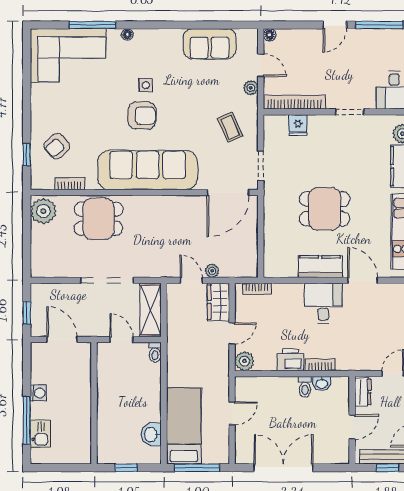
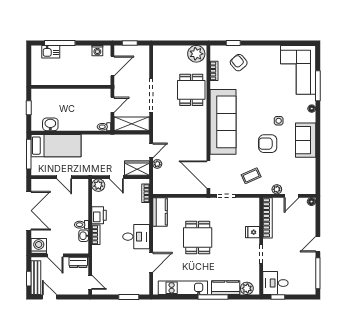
door: (335, 25) -> (318, 244), hinge flipped
sofa: (210, 44) -> (306, 140), moved
armchair: (142, 116) -> (268, 144), moved, turned 90
fridge: (298, 125) -> (252, 232), moved
kitchen counter: (320, 267) -> (160, 212), moved
washing machine: (38, 393) -> (97, 51), moved
washing machine: (338, 452) -> (39, 246), added

